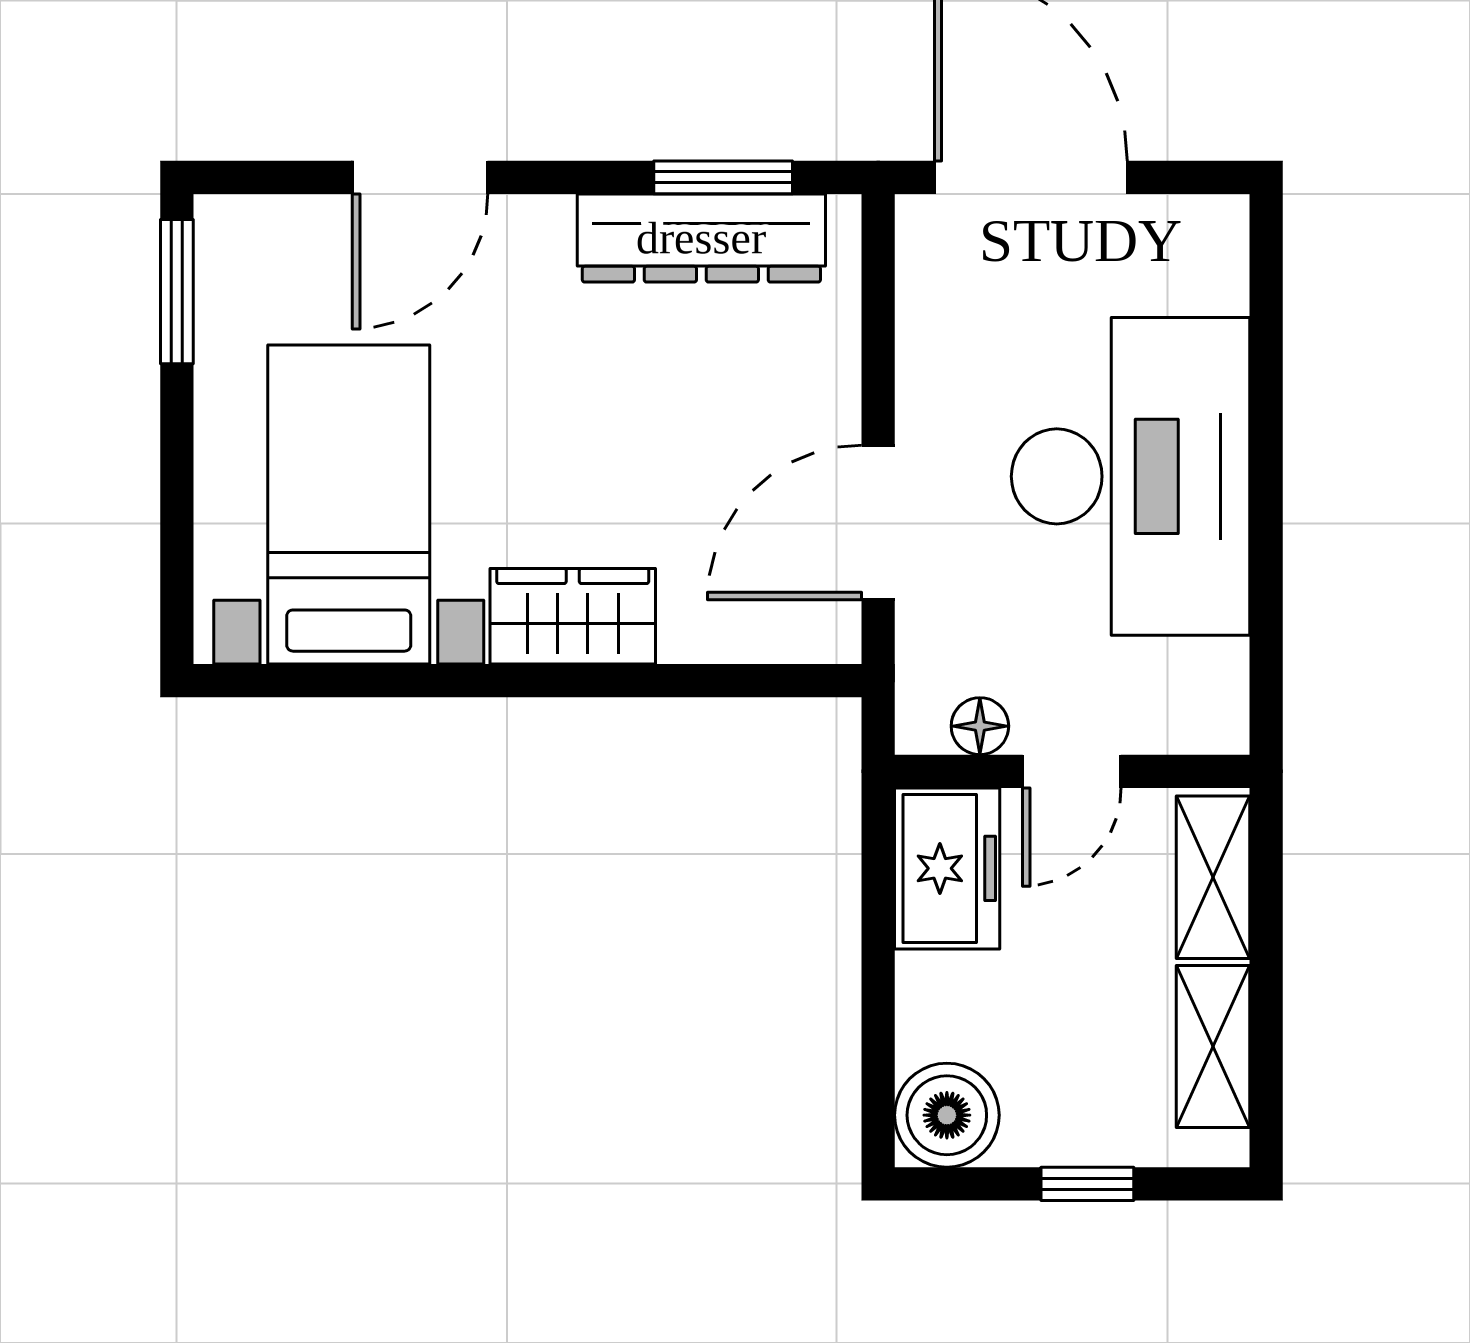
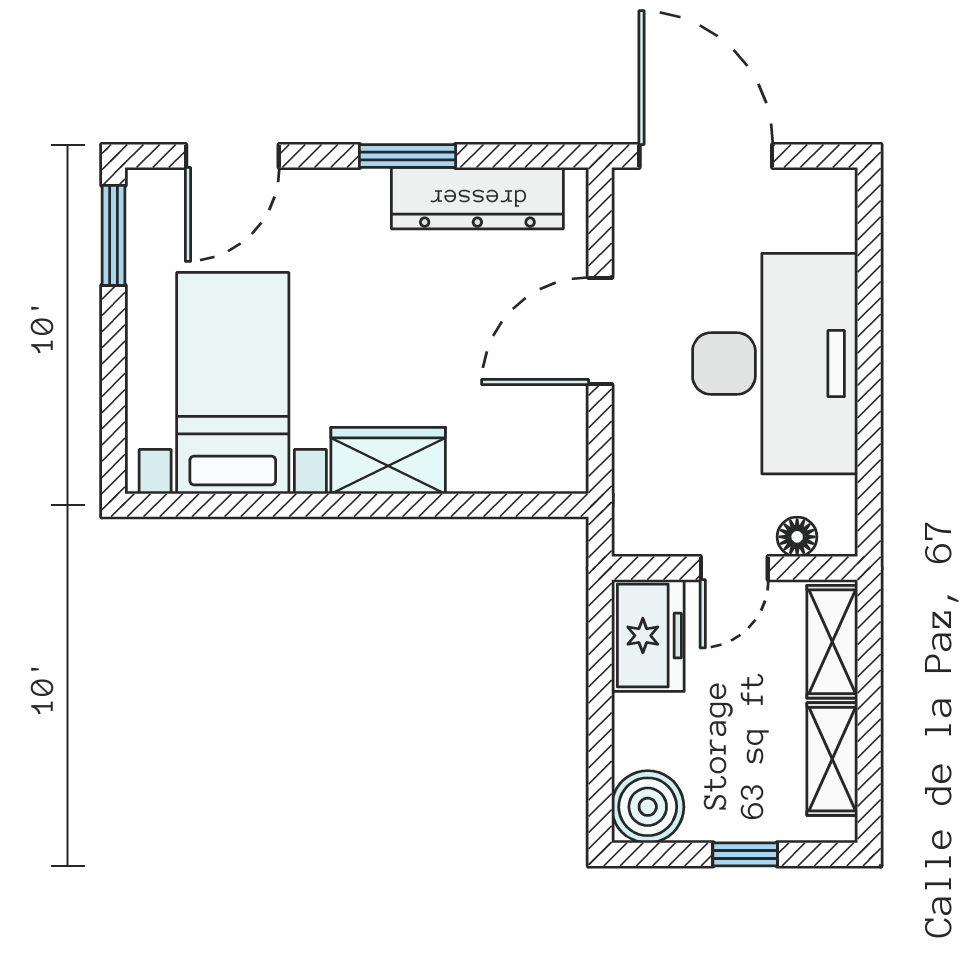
door: (420, 177) -> (232, 156), moved
window: (723, 177) -> (407, 156), moved
door: (878, 523) -> (600, 331), moved
floor lamp: (980, 726) -> (797, 537), moved

